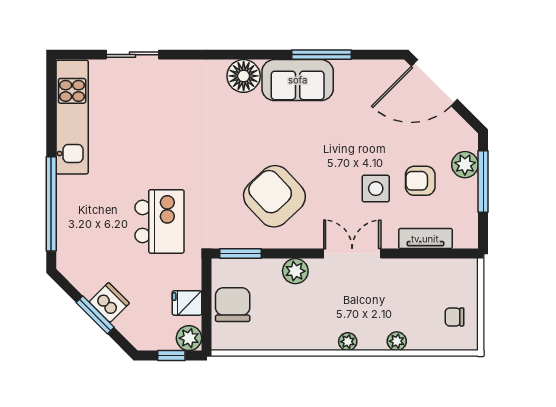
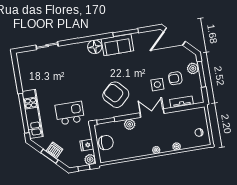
kitchen unit: (72, 117) -> (33, 114), moved
kitchen island: (160, 221) -> (70, 113), turned -90
chair: (233, 305) -> (106, 143), turned 90

